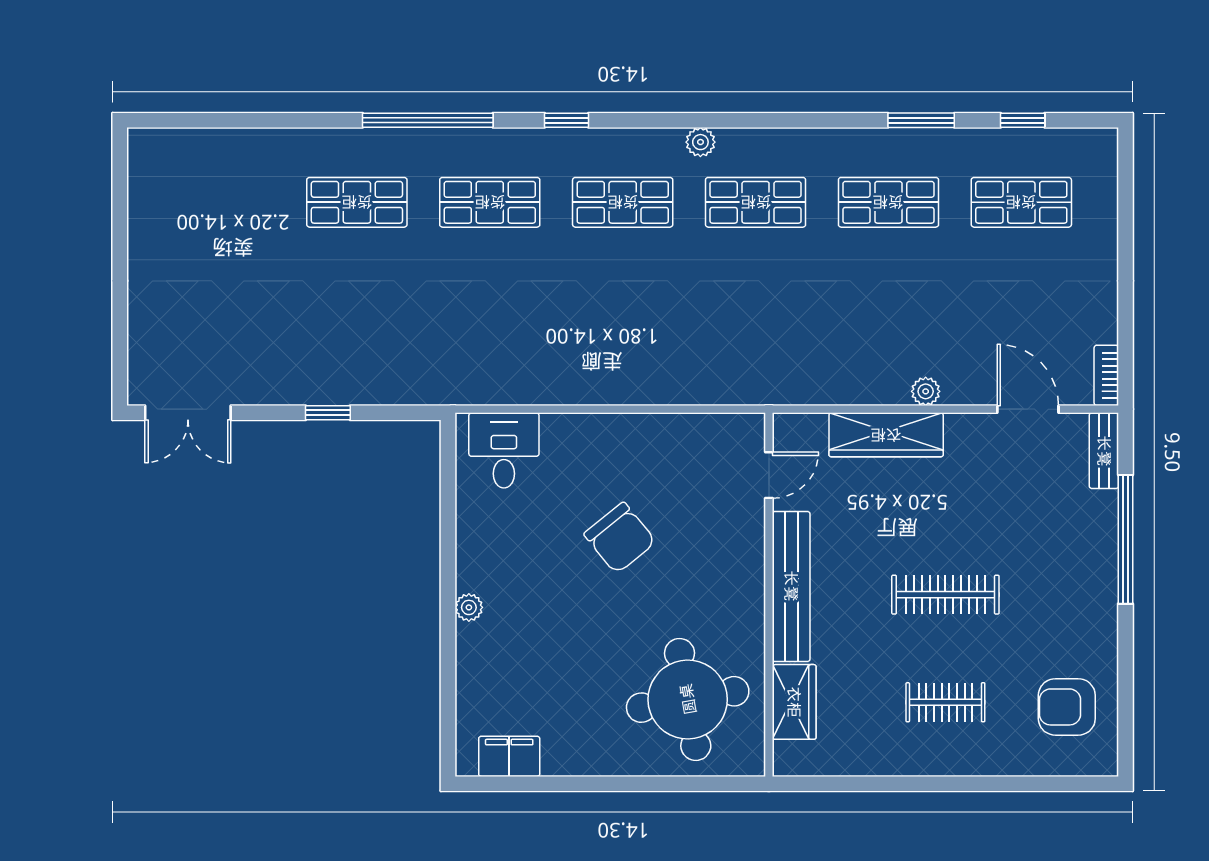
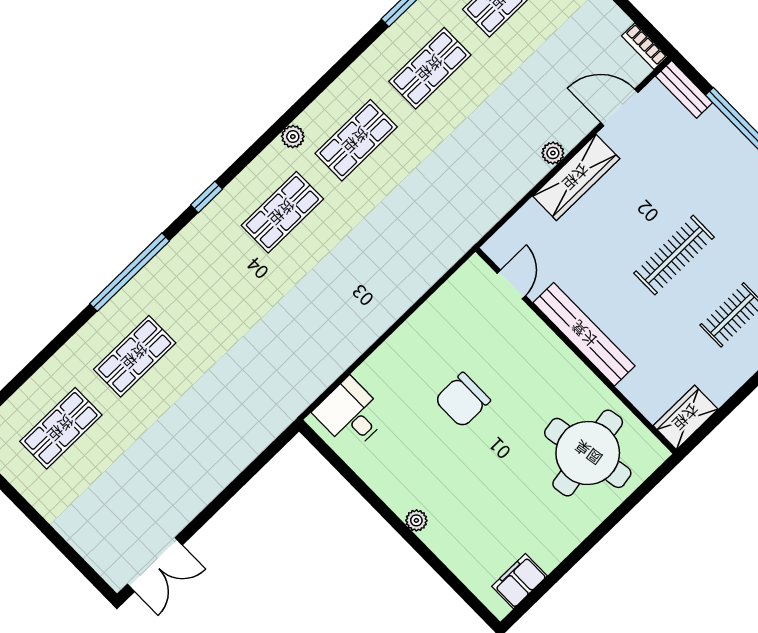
shop shelf: (490, 202) -> (61, 428), moved
window: (328, 413) -> (233, 489), removed
wardrobe: (886, 435) -> (576, 177), moved
chair: (620, 538) -> (463, 400), turned 129
wardrobe: (794, 702) -> (686, 417), moved, turned -90

